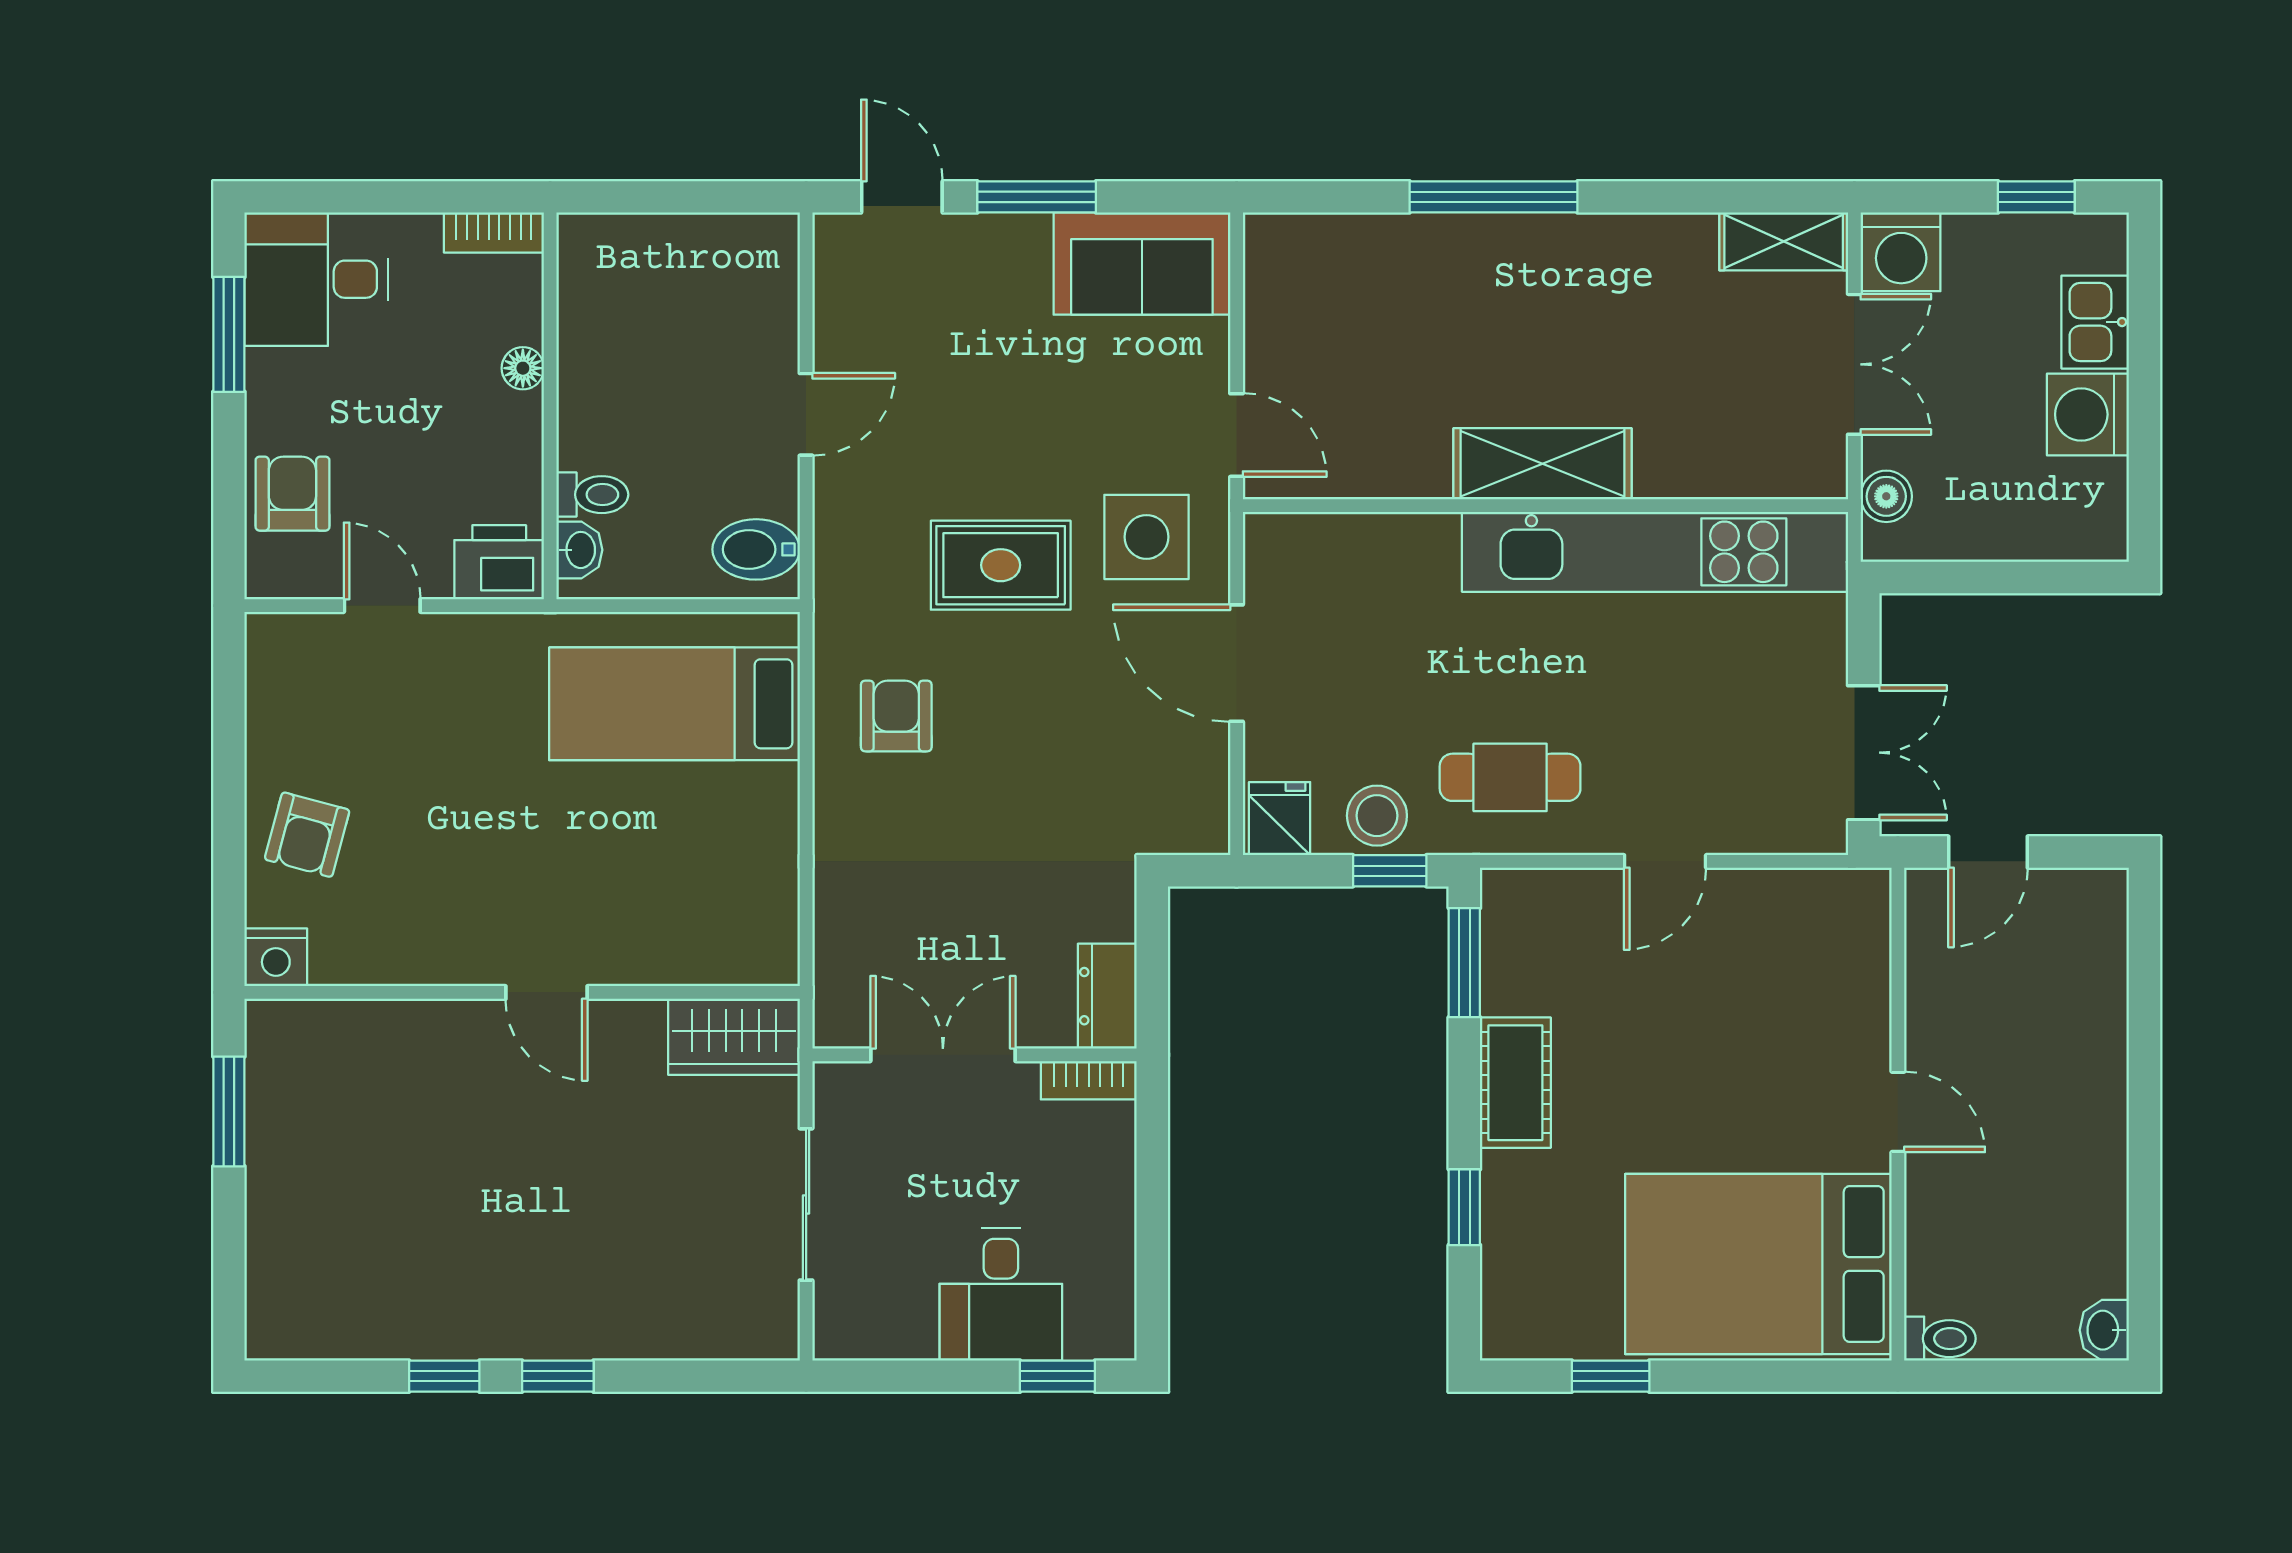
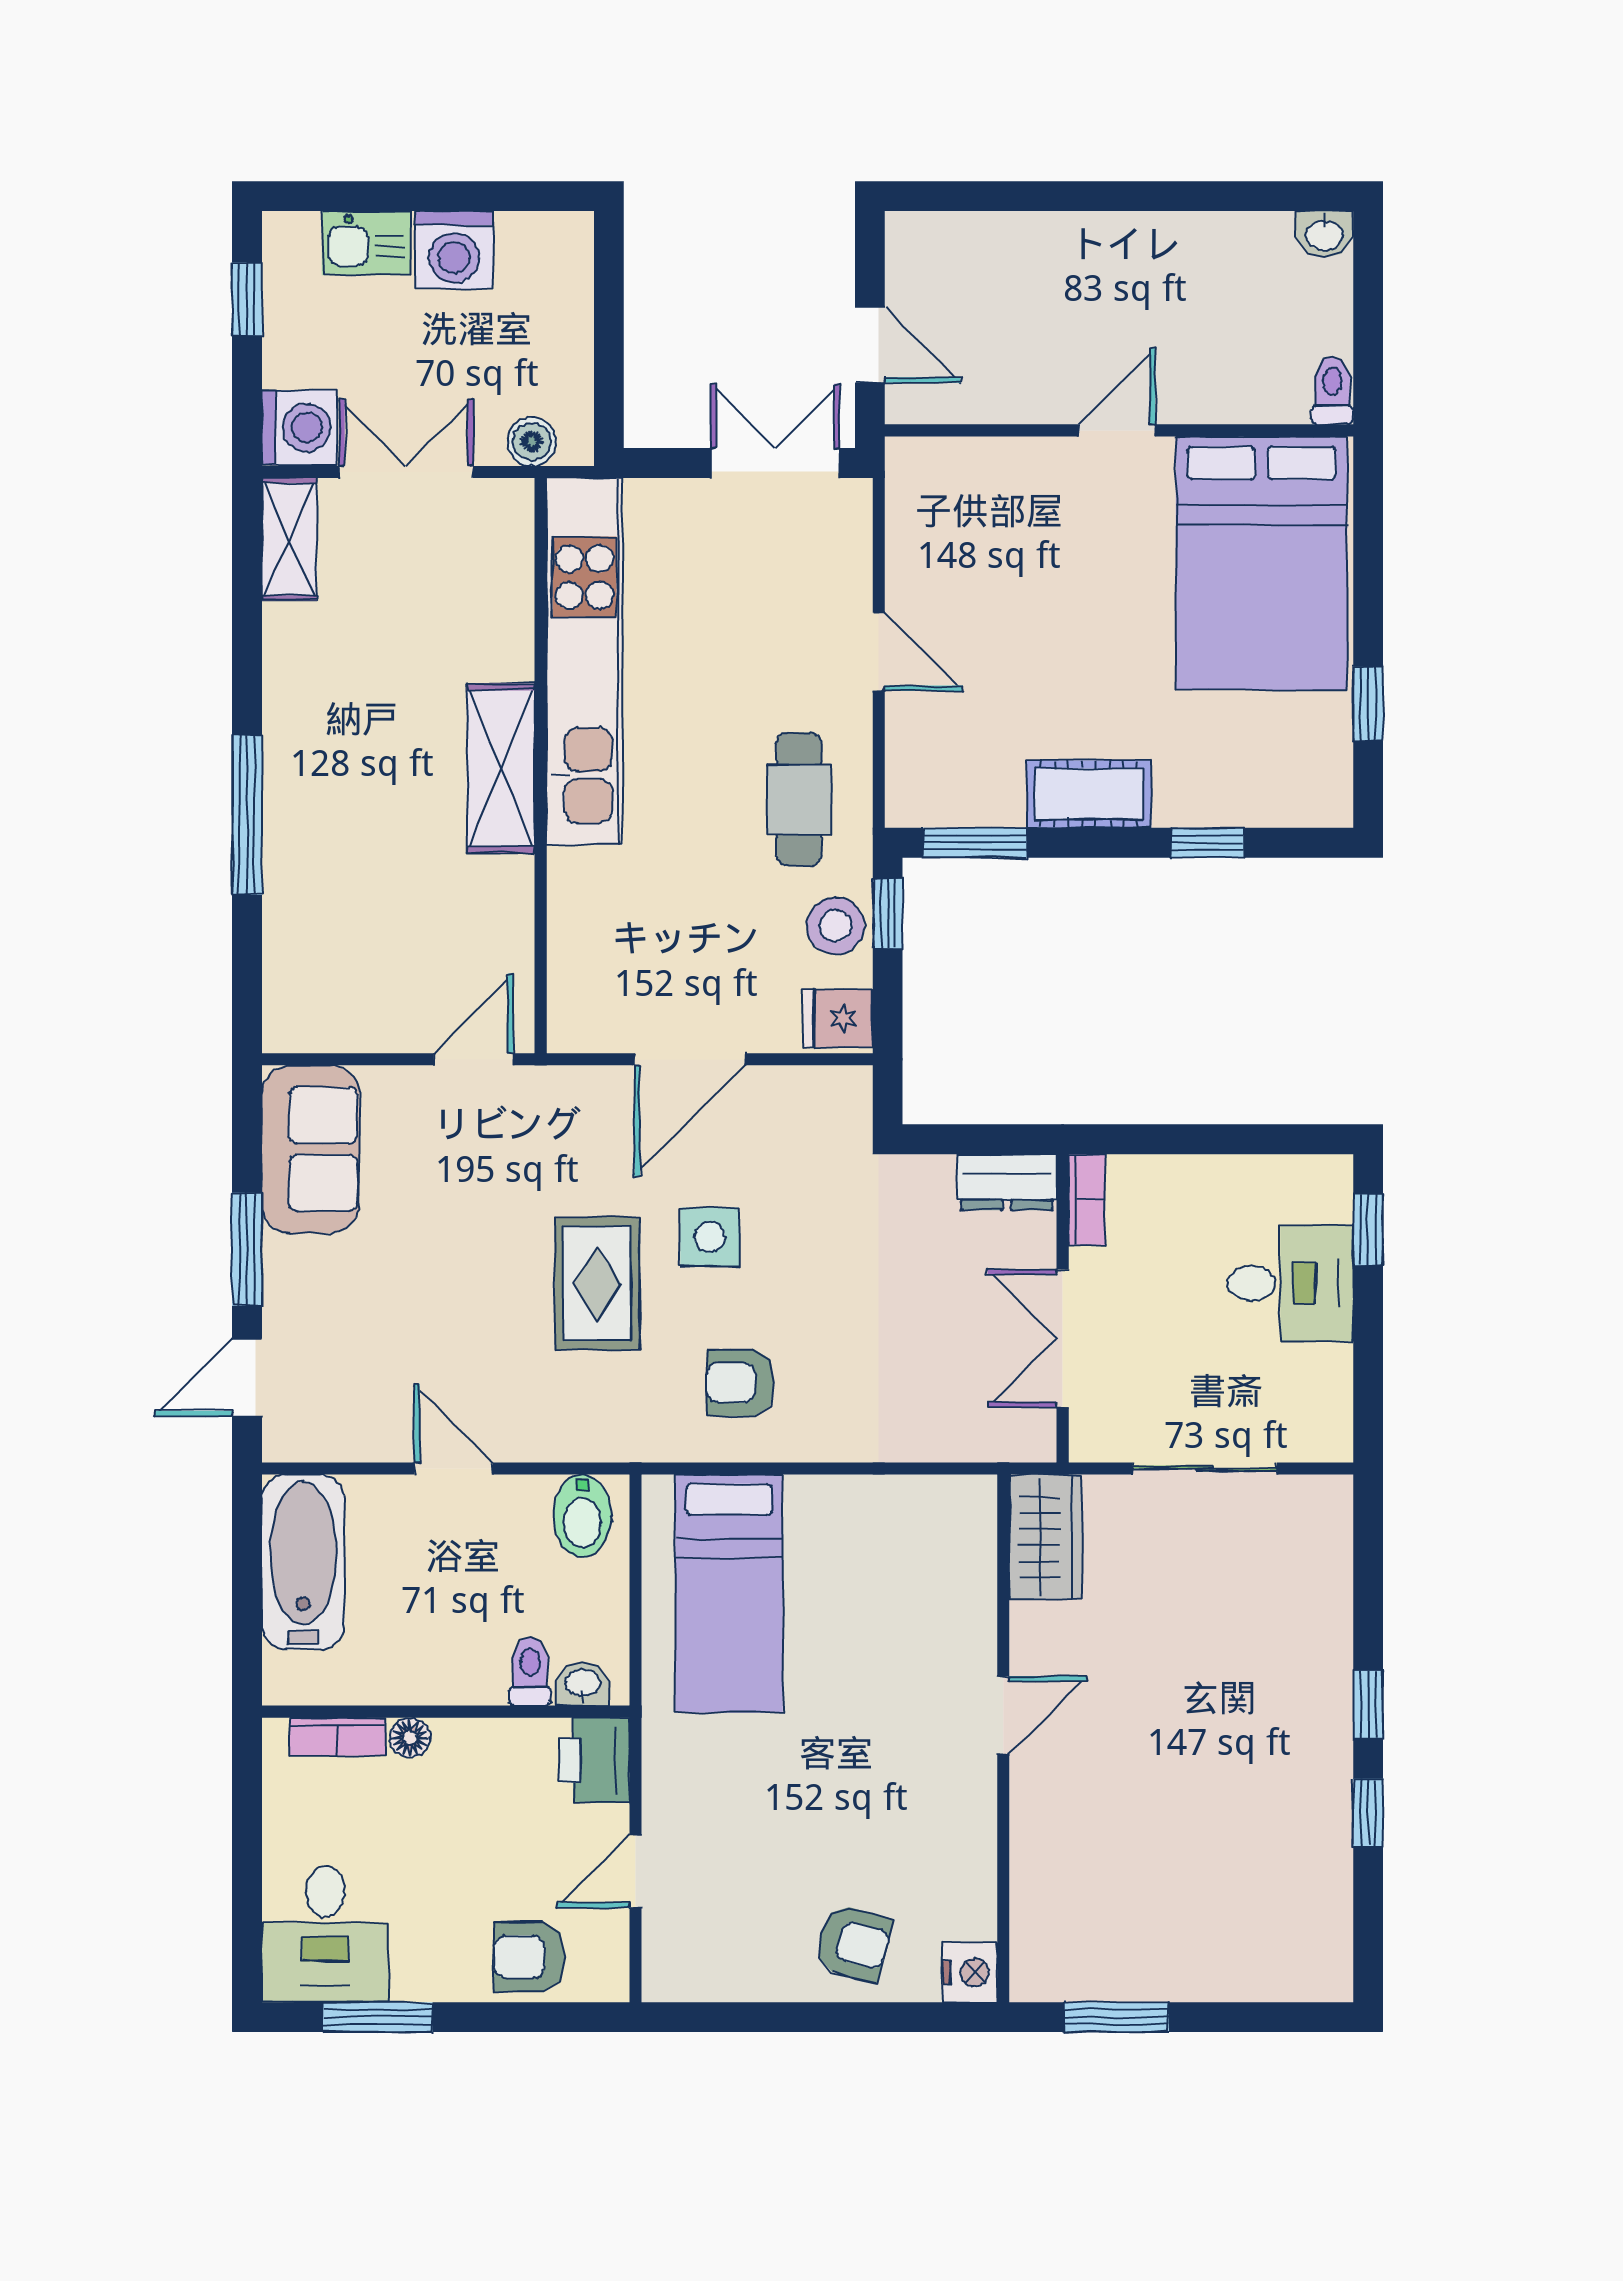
bookcase: (494, 232) -> (337, 1737), moved, turned 90
bathtub: (708, 256) -> (303, 1562), added
side table: (1147, 537) -> (710, 1237), moved, width x0.73, depth x0.73

